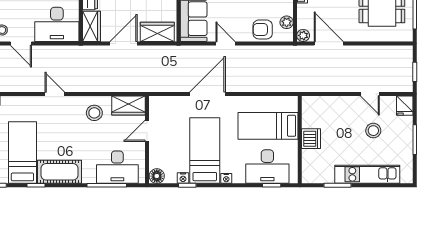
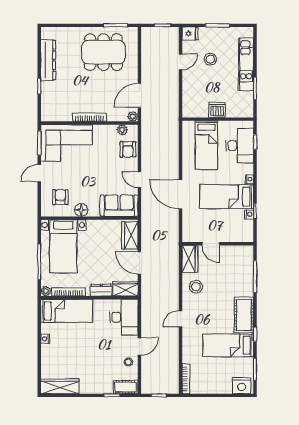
door: (226, 44) -> (139, 180), hinge flipped
desk: (117, 167) -> (240, 268), removed
floor lamp: (157, 176) -> (247, 236), removed

